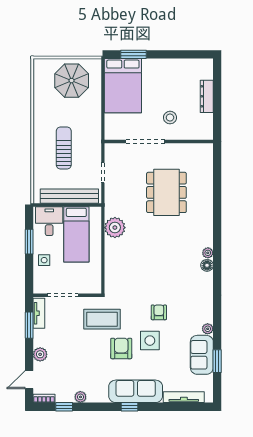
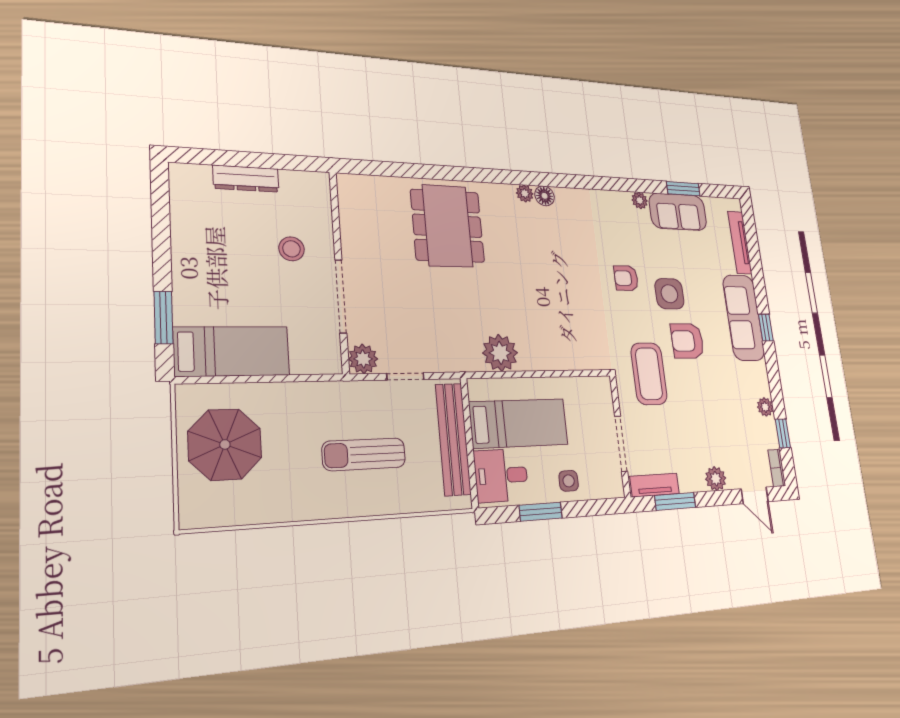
bed: (123, 86) -> (232, 351), width x0.67
plant: (112, 151) -> (363, 359), added
dining table: (166, 192) -> (448, 226), moved, turned 90

